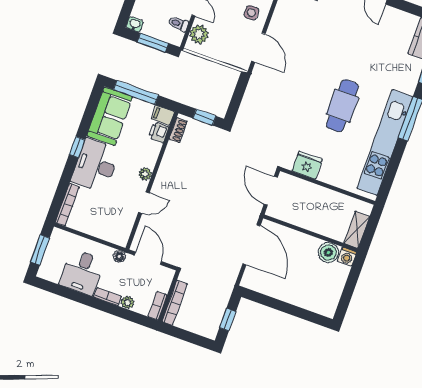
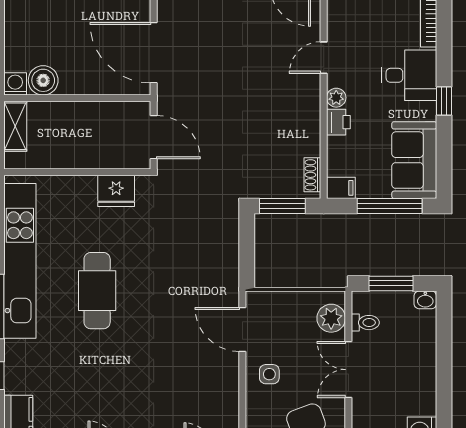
window: (204, 117) -> (282, 206), width x1.50
printer: (159, 132) -> (338, 122), moved
desk: (96, 165) -> (409, 75), width x0.73

